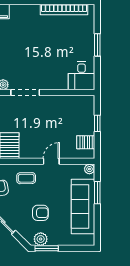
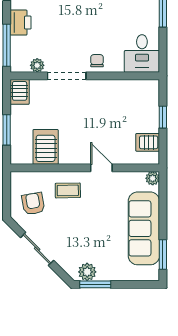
chair: (48, 81) -> (97, 61), added
door: (51, 161) -> (101, 168), hinge flipped
window: (97, 193) -> (163, 255), moved
armchair: (40, 213) -> (87, 237), removed

